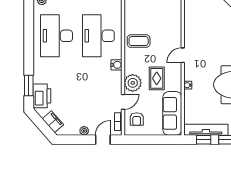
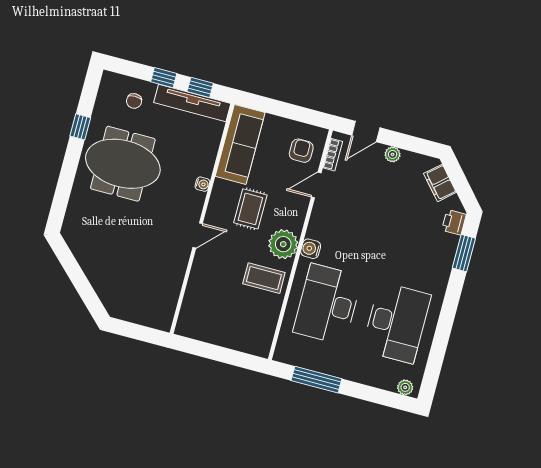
desk: (98, 36) -> (328, 304), turned 180
plant: (133, 83) -> (283, 244), moved
printer: (42, 96) -> (454, 222), width x0.53, depth x0.68

